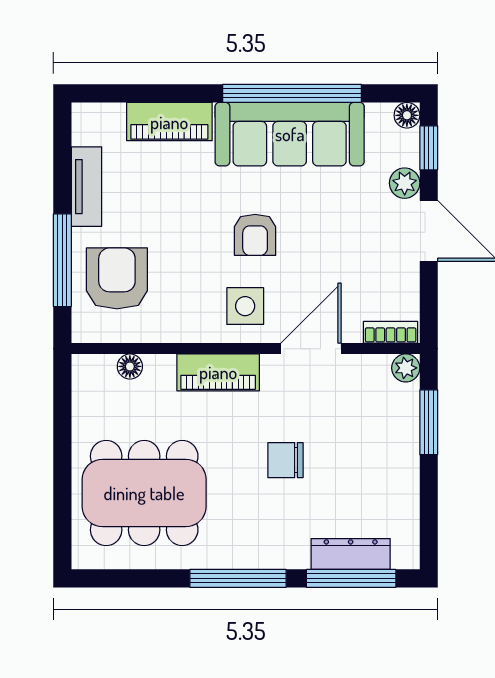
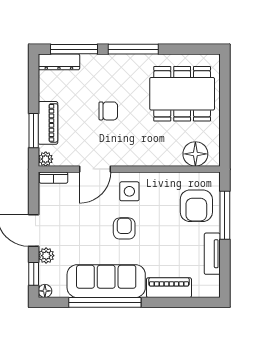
floor lamp: (130, 366) -> (195, 154), width x1.89, depth x1.89
piano: (218, 372) -> (48, 123), moved, turned 90
dresser: (351, 554) -> (59, 62), moved

